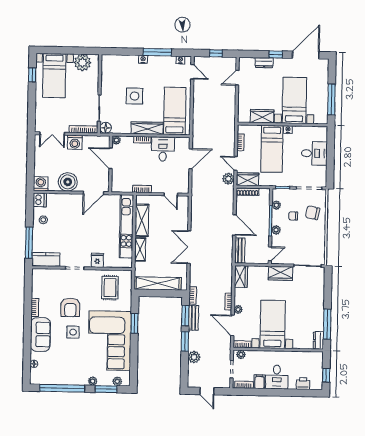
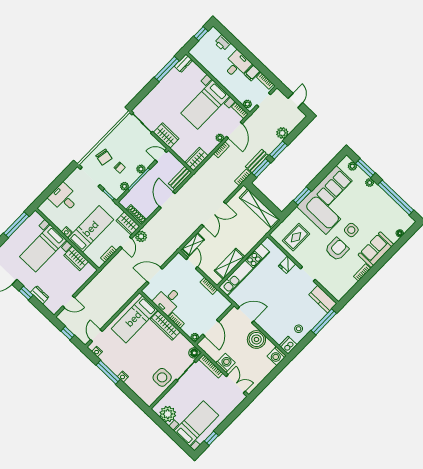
side table: (135, 96) -> (162, 377), moved
shelving: (140, 249) -> (193, 244), moved

